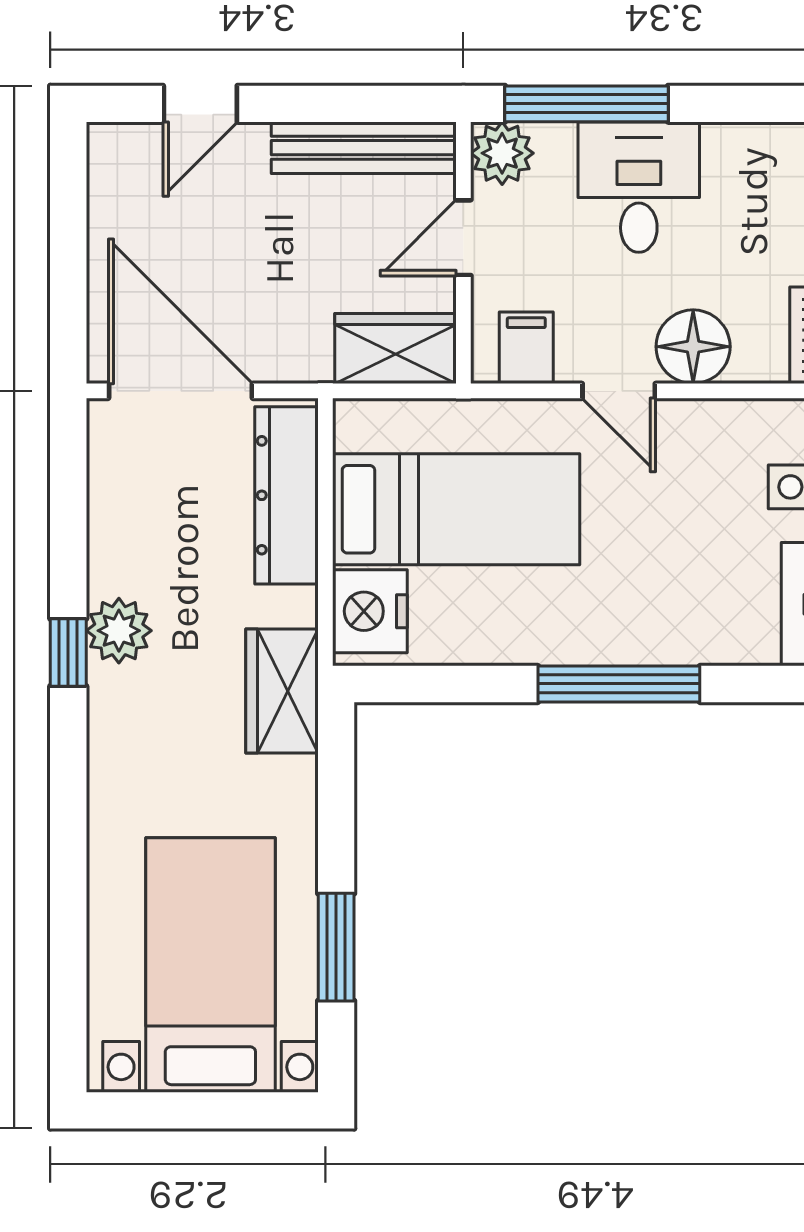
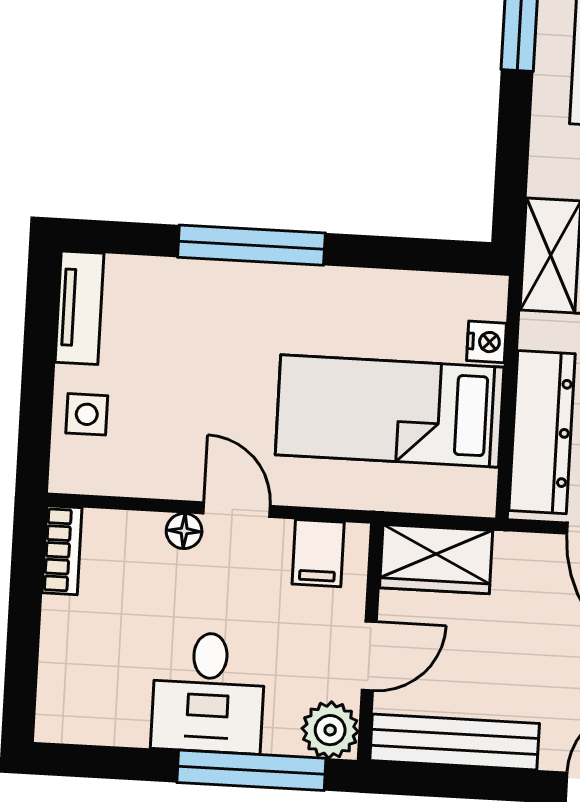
floor lamp: (693, 347) -> (184, 531), width x0.53, depth x0.53
nightstand: (370, 611) -> (486, 342), width x0.53, depth x0.56

